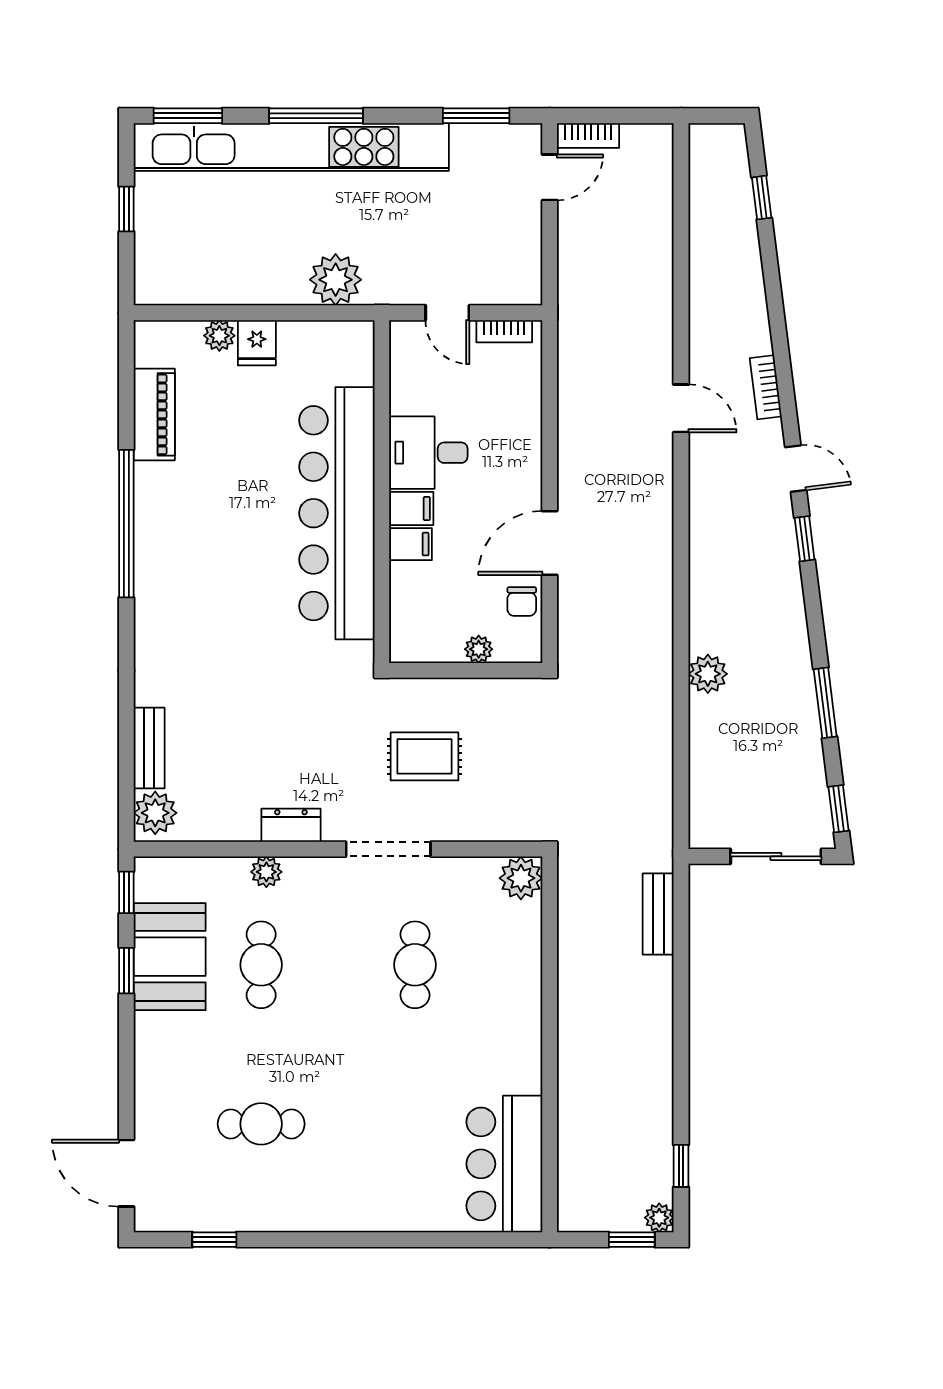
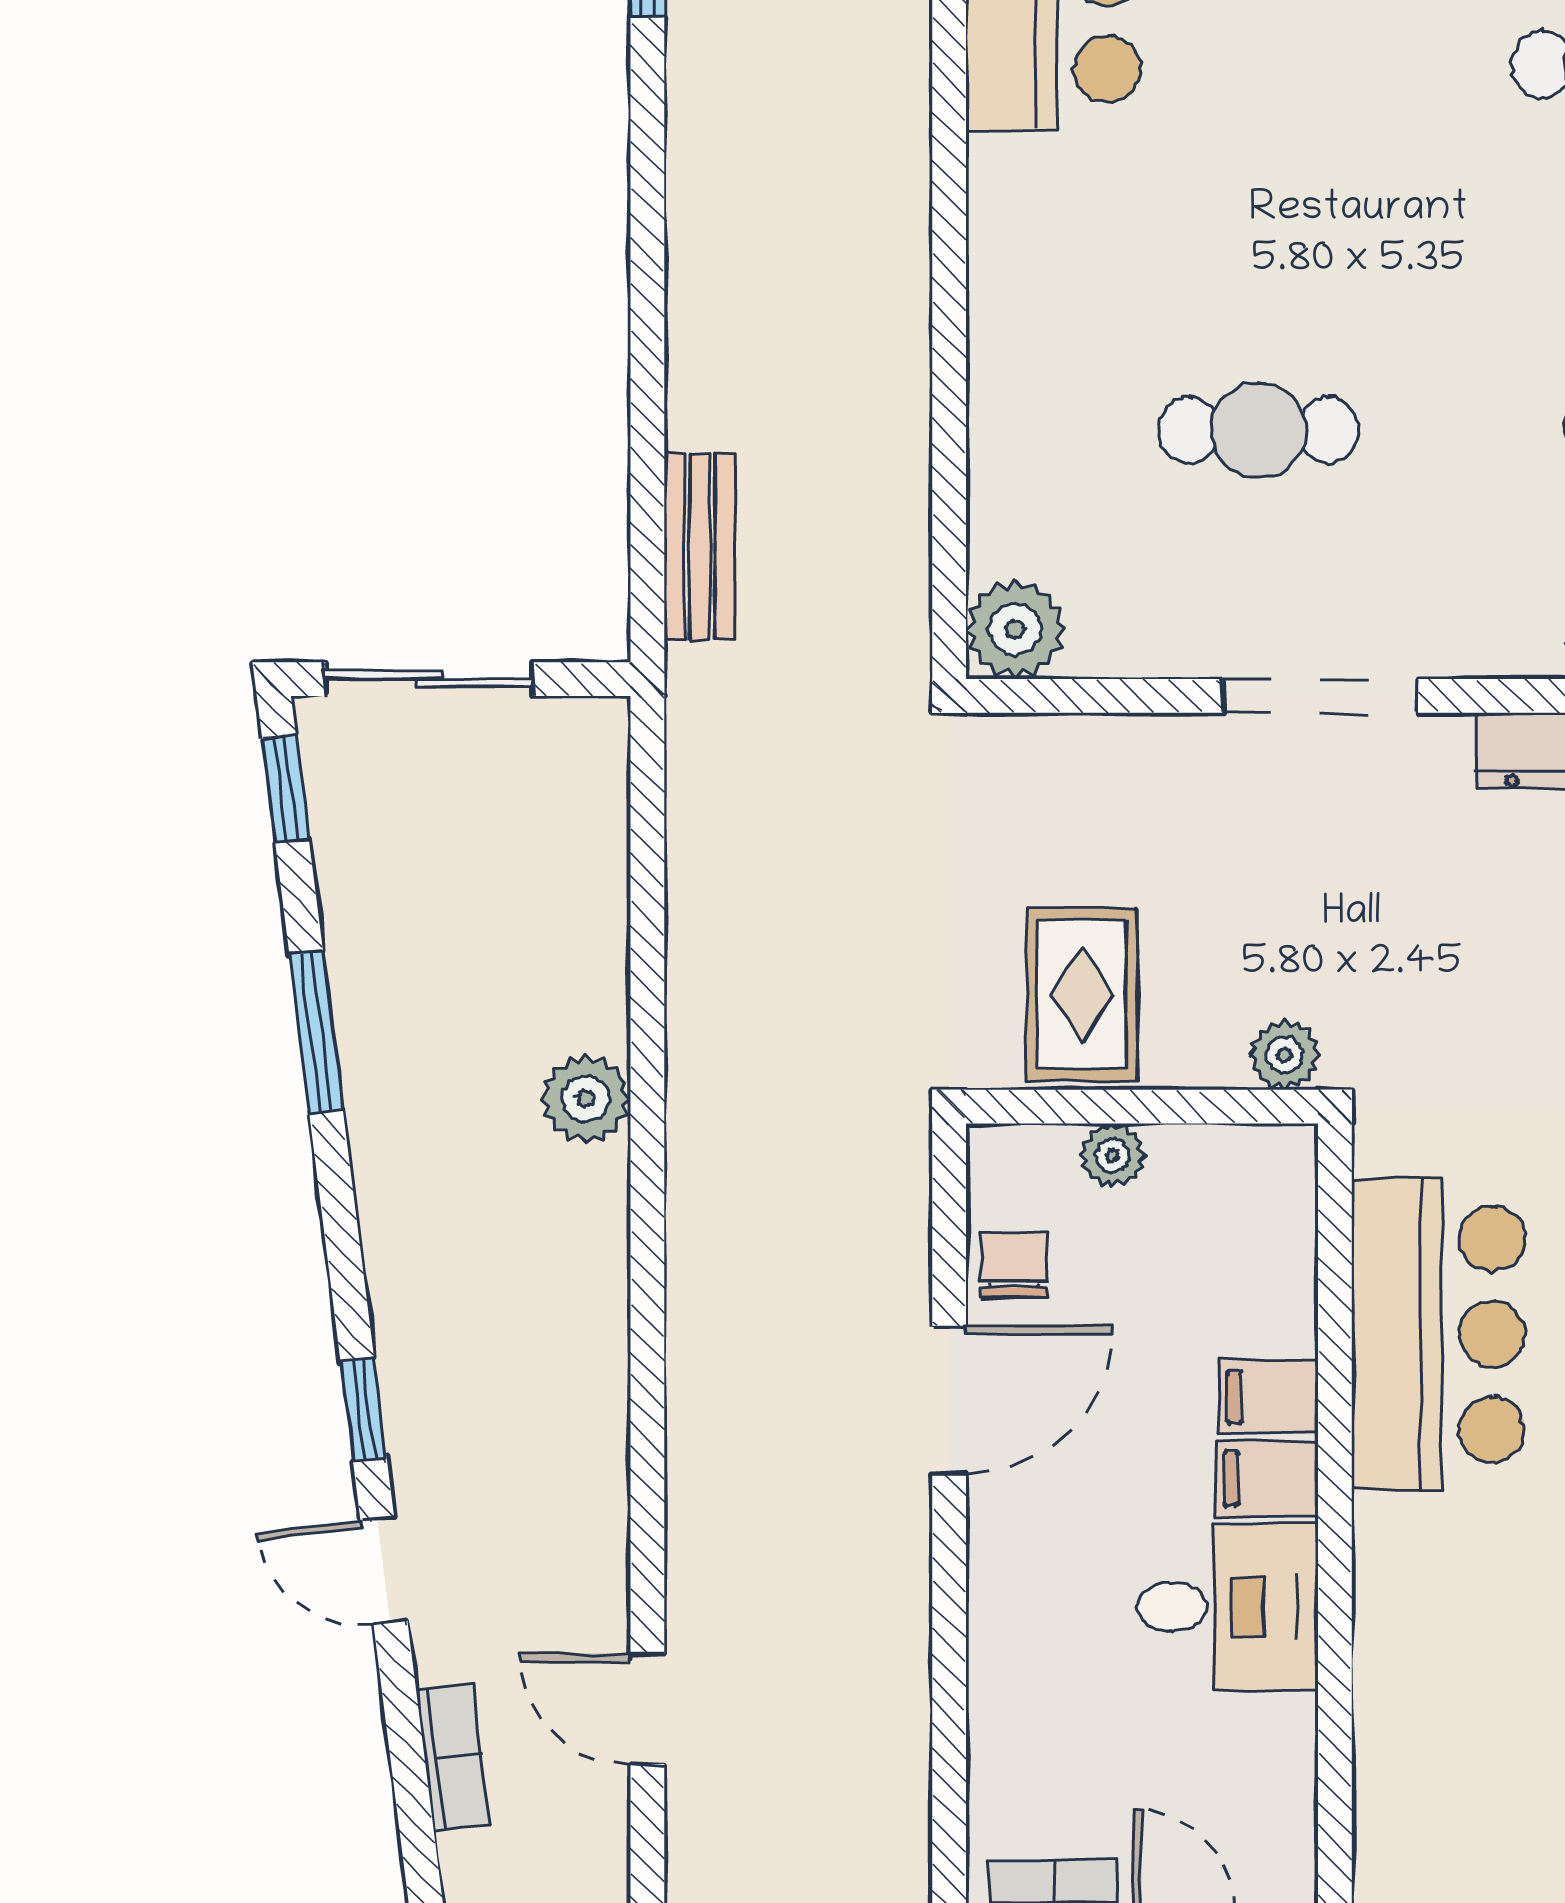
bar counter: (337, 513) -> (1438, 1334), width x0.54
plant: (404, 693) -> (1284, 1055), added
rug: (424, 756) -> (1082, 994), moved, turned 90
cafe table: (415, 965) -> (1259, 430), turned 90

